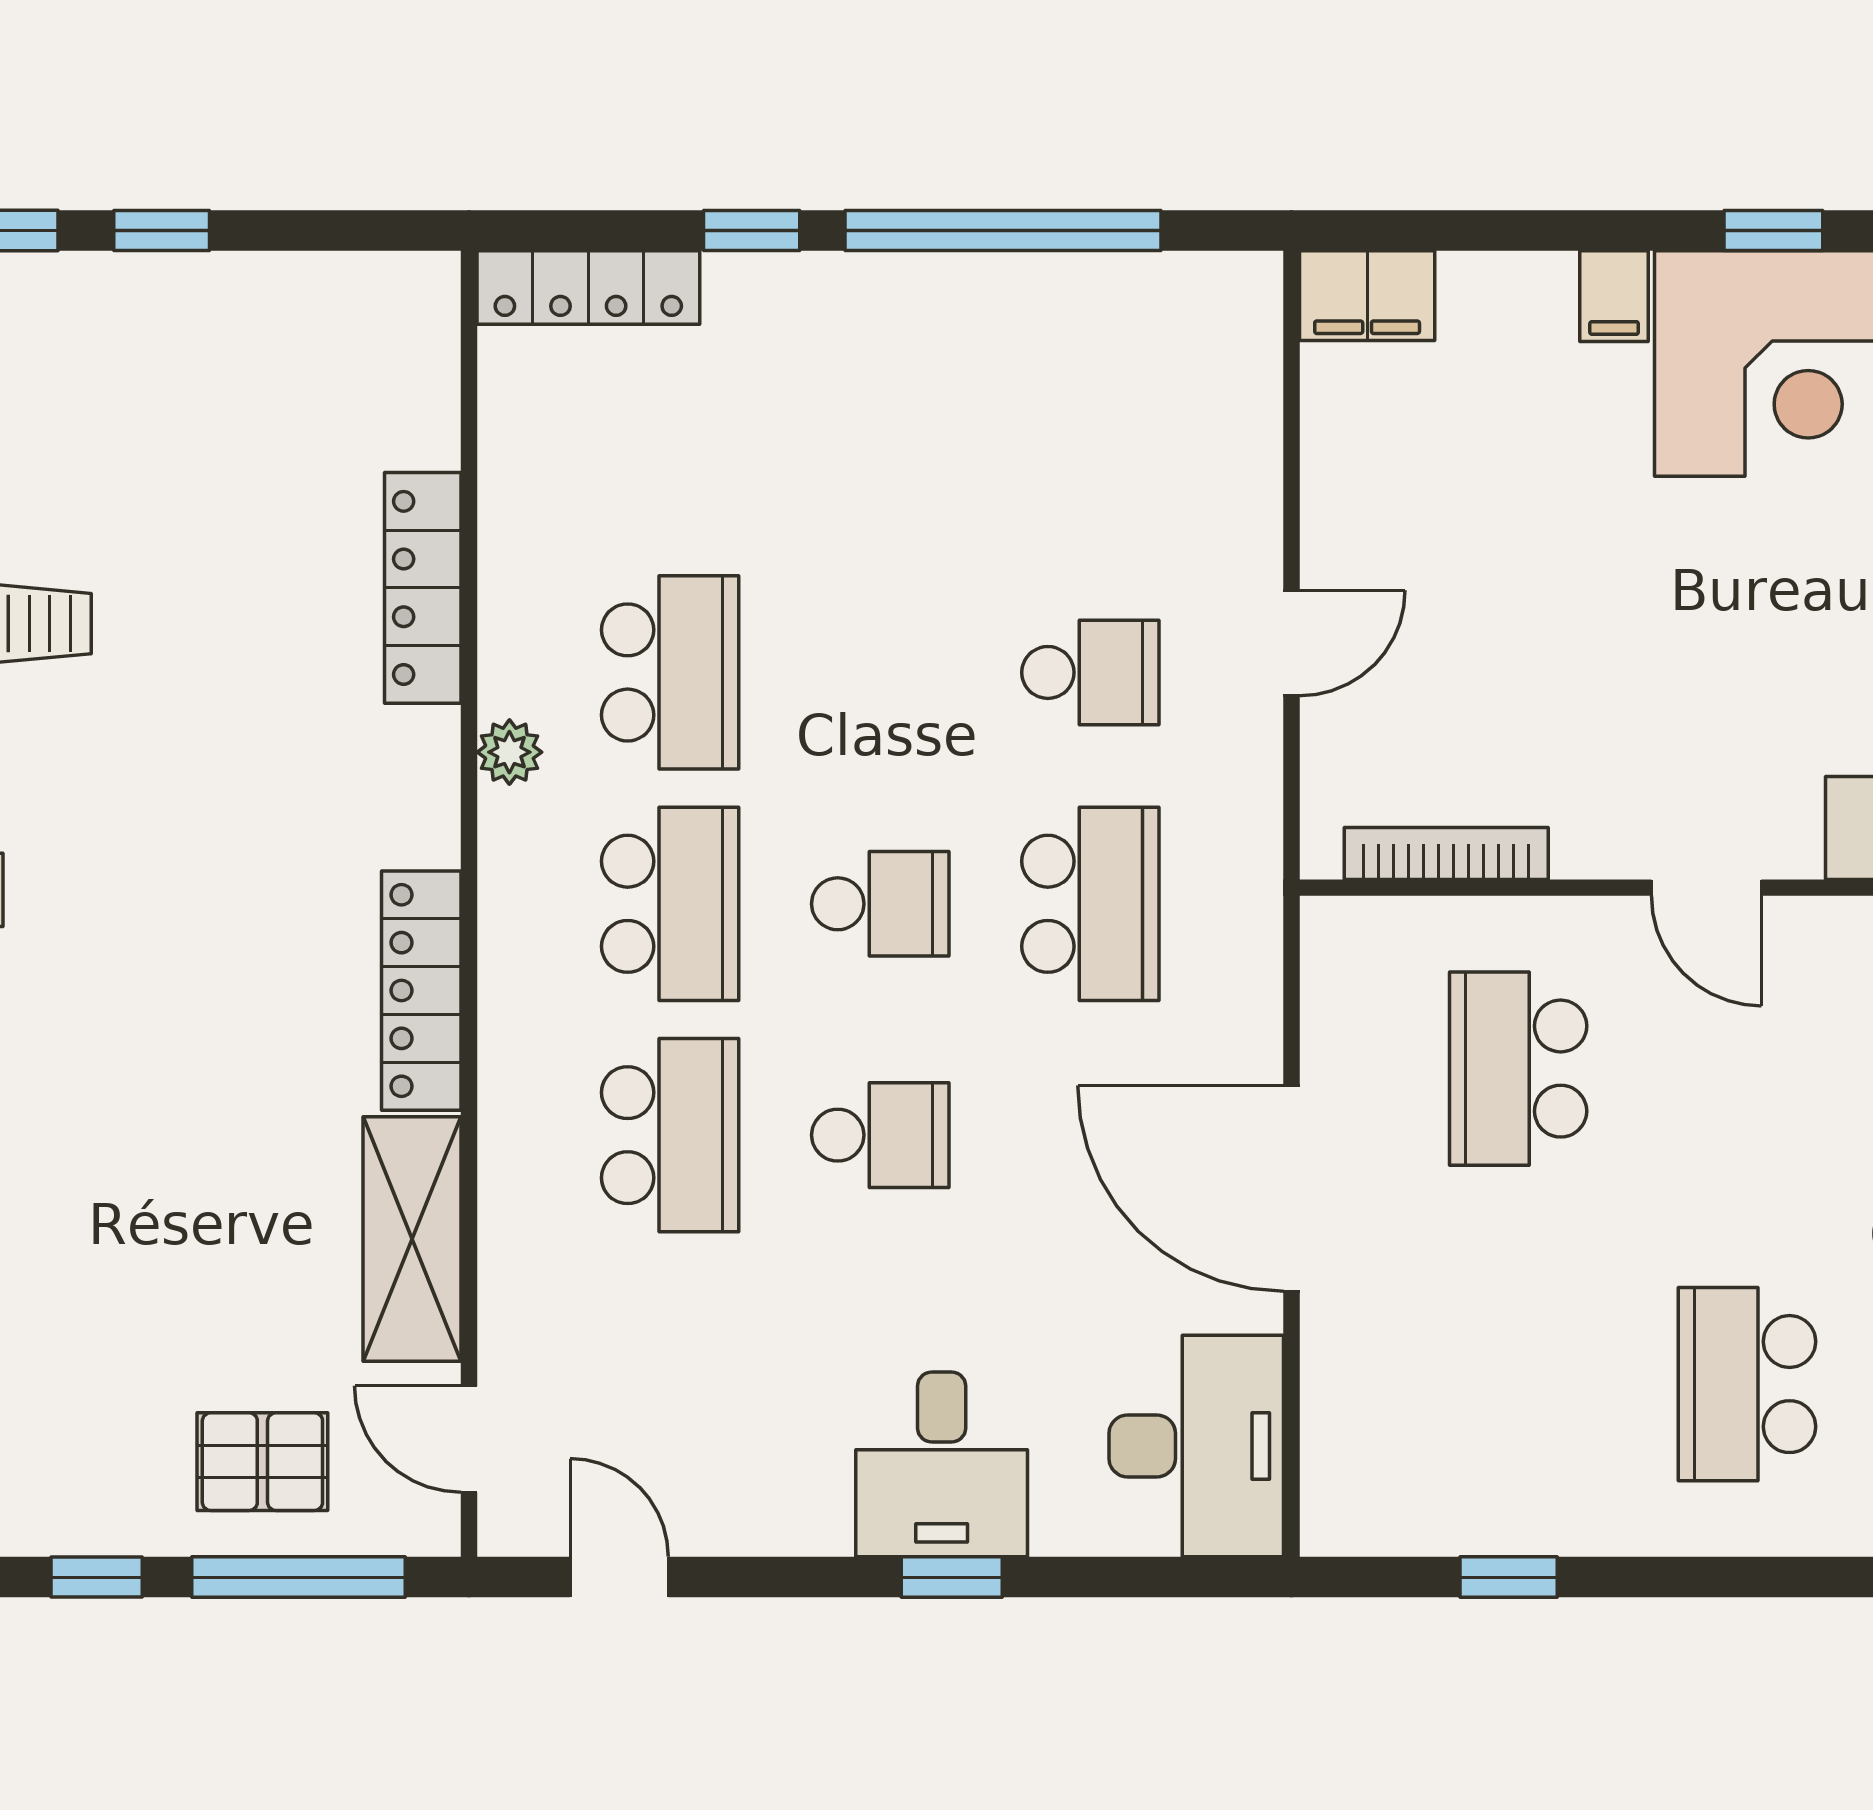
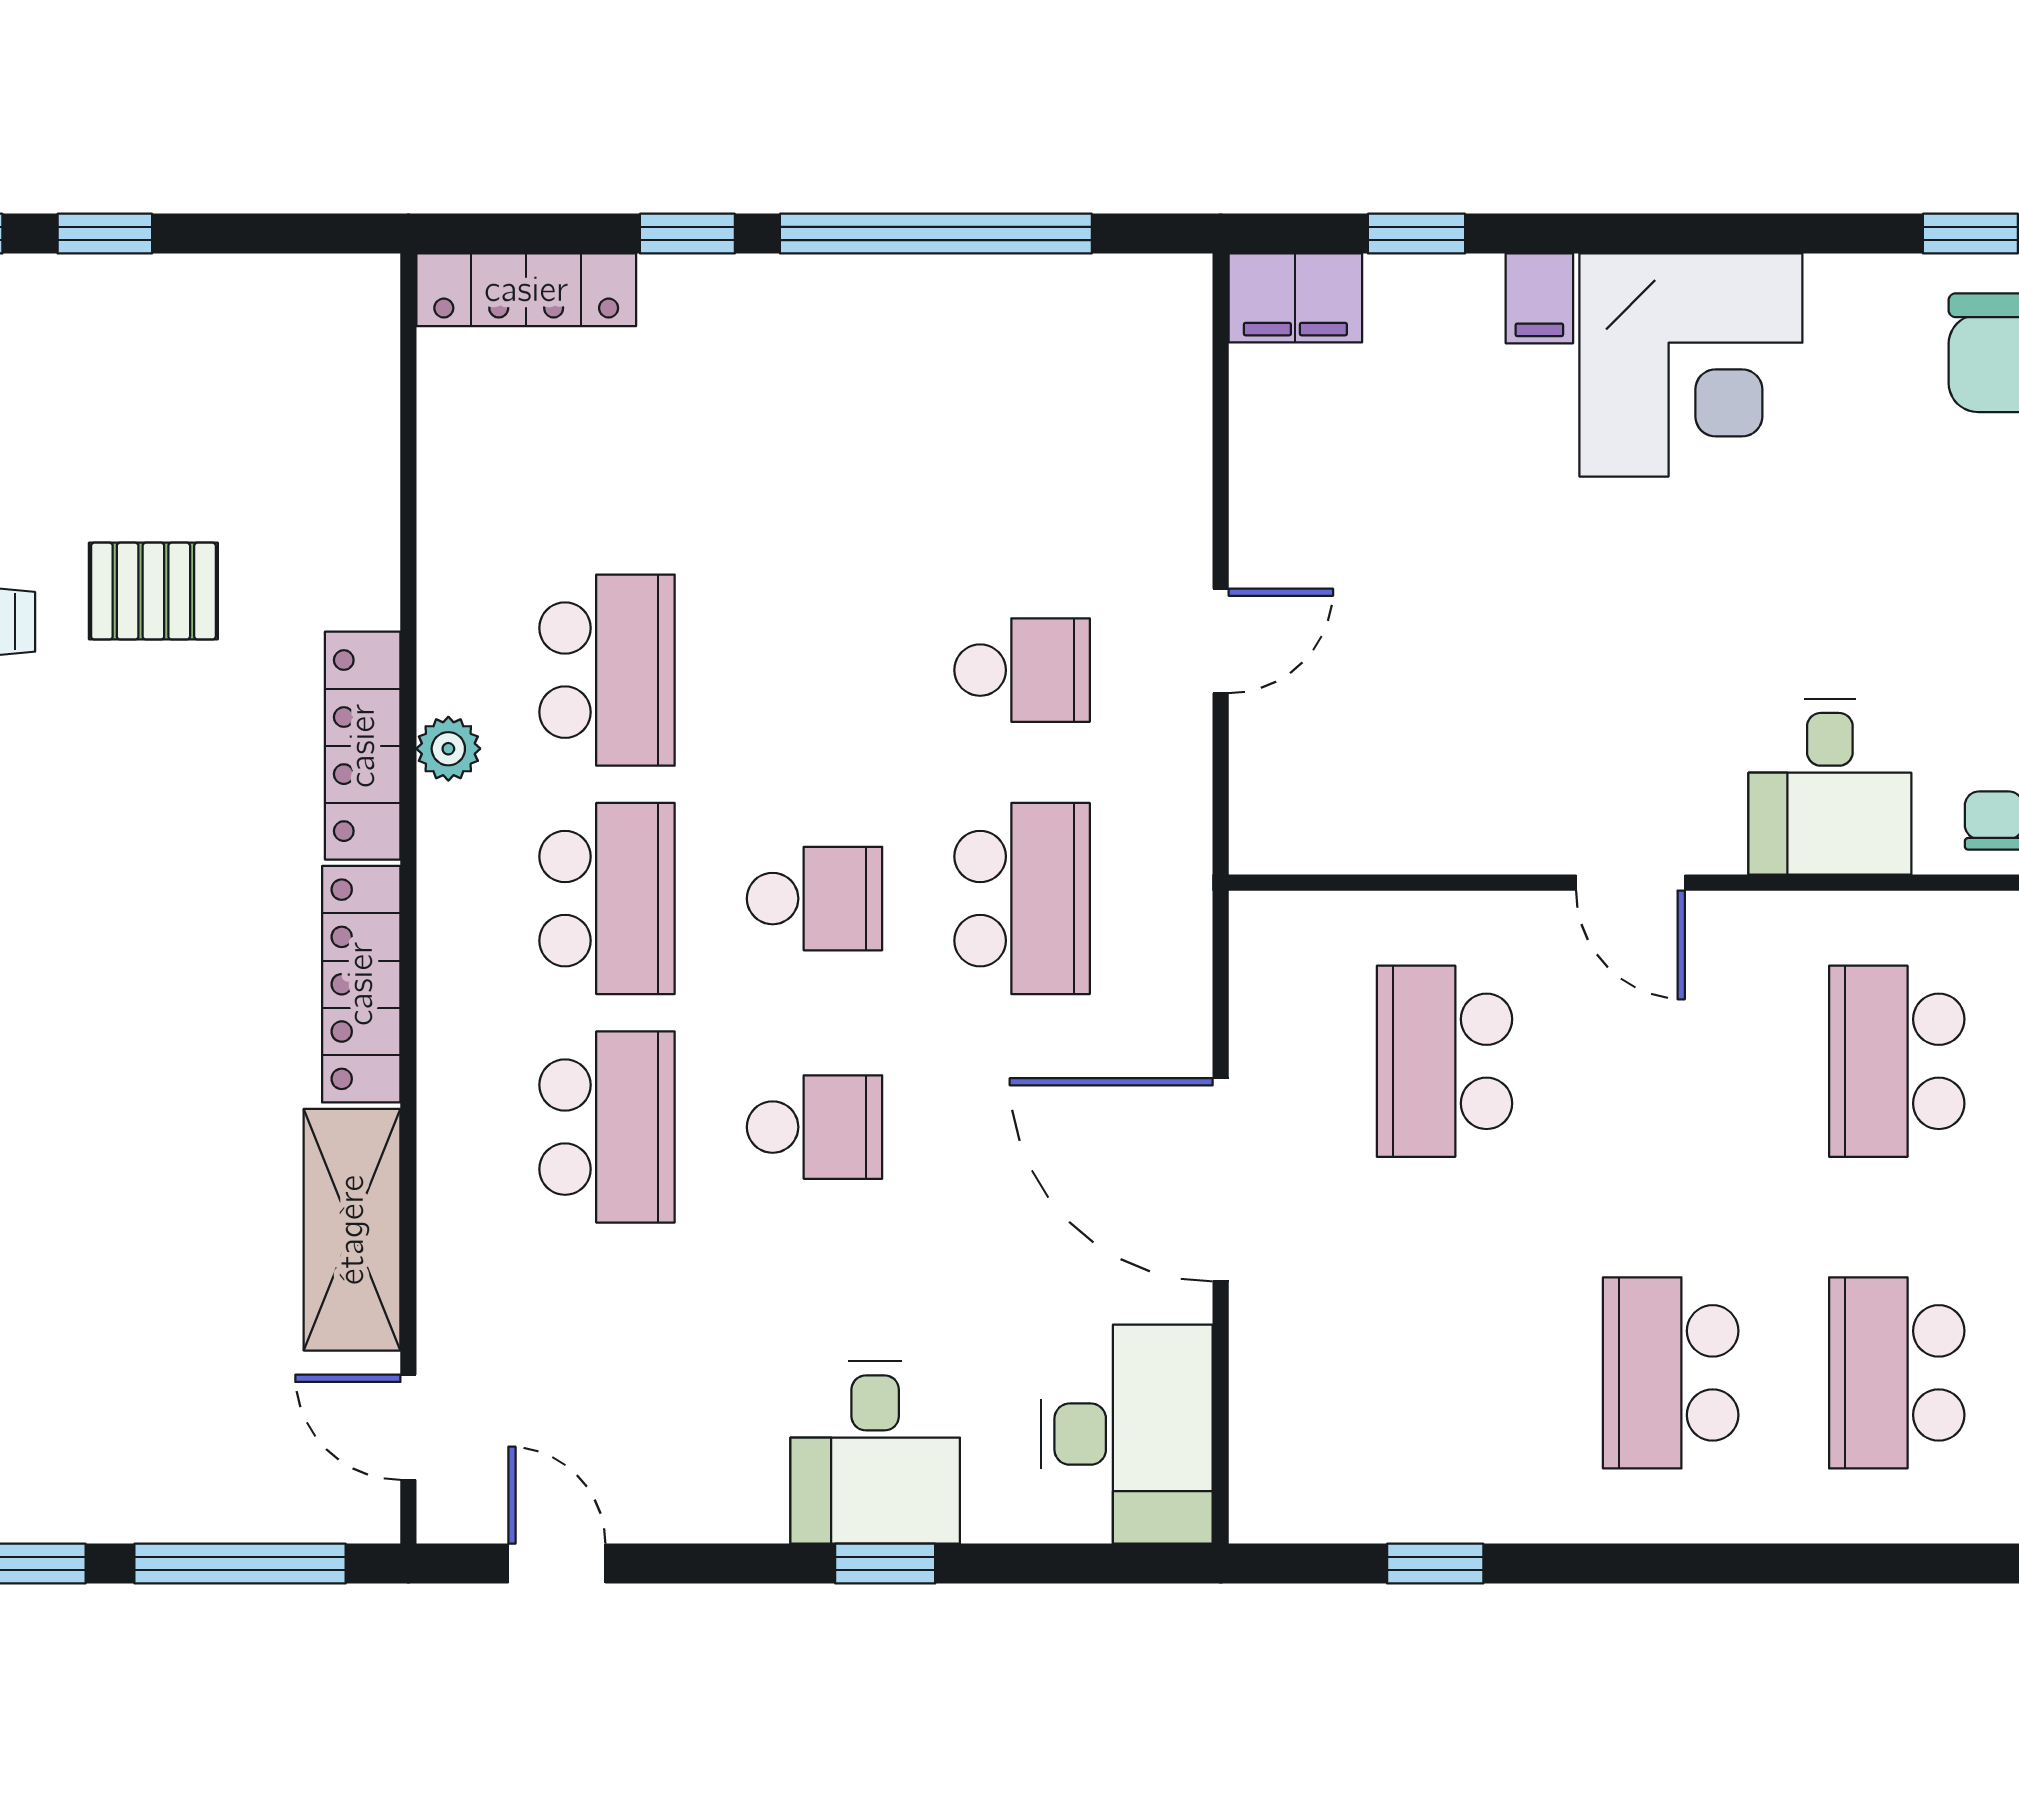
window: (1773, 231) -> (1417, 234), moved
locker: (423, 588) -> (363, 746), moved
bookcase: (1446, 854) -> (1374, 849), removed
pallet: (262, 1462) -> (153, 591), moved

